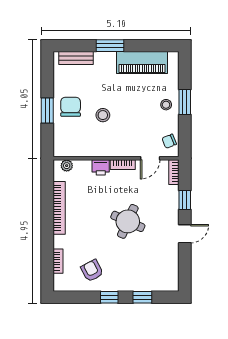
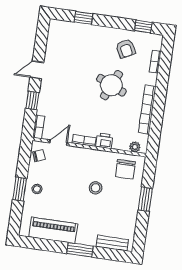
chair: (71, 107) -> (125, 169), moved
round table: (128, 221) -> (111, 85), moved
window: (109, 297) -> (143, 26), moved

